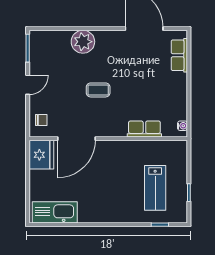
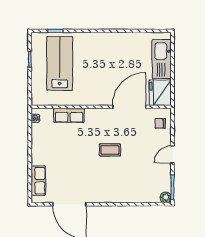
plant: (83, 42) -> (166, 197), moved, width x0.53, depth x0.53
lab bench: (155, 188) -> (60, 63), width x1.36, depth x1.39
kitchen sink: (55, 212) -> (162, 59), moved, turned 90

